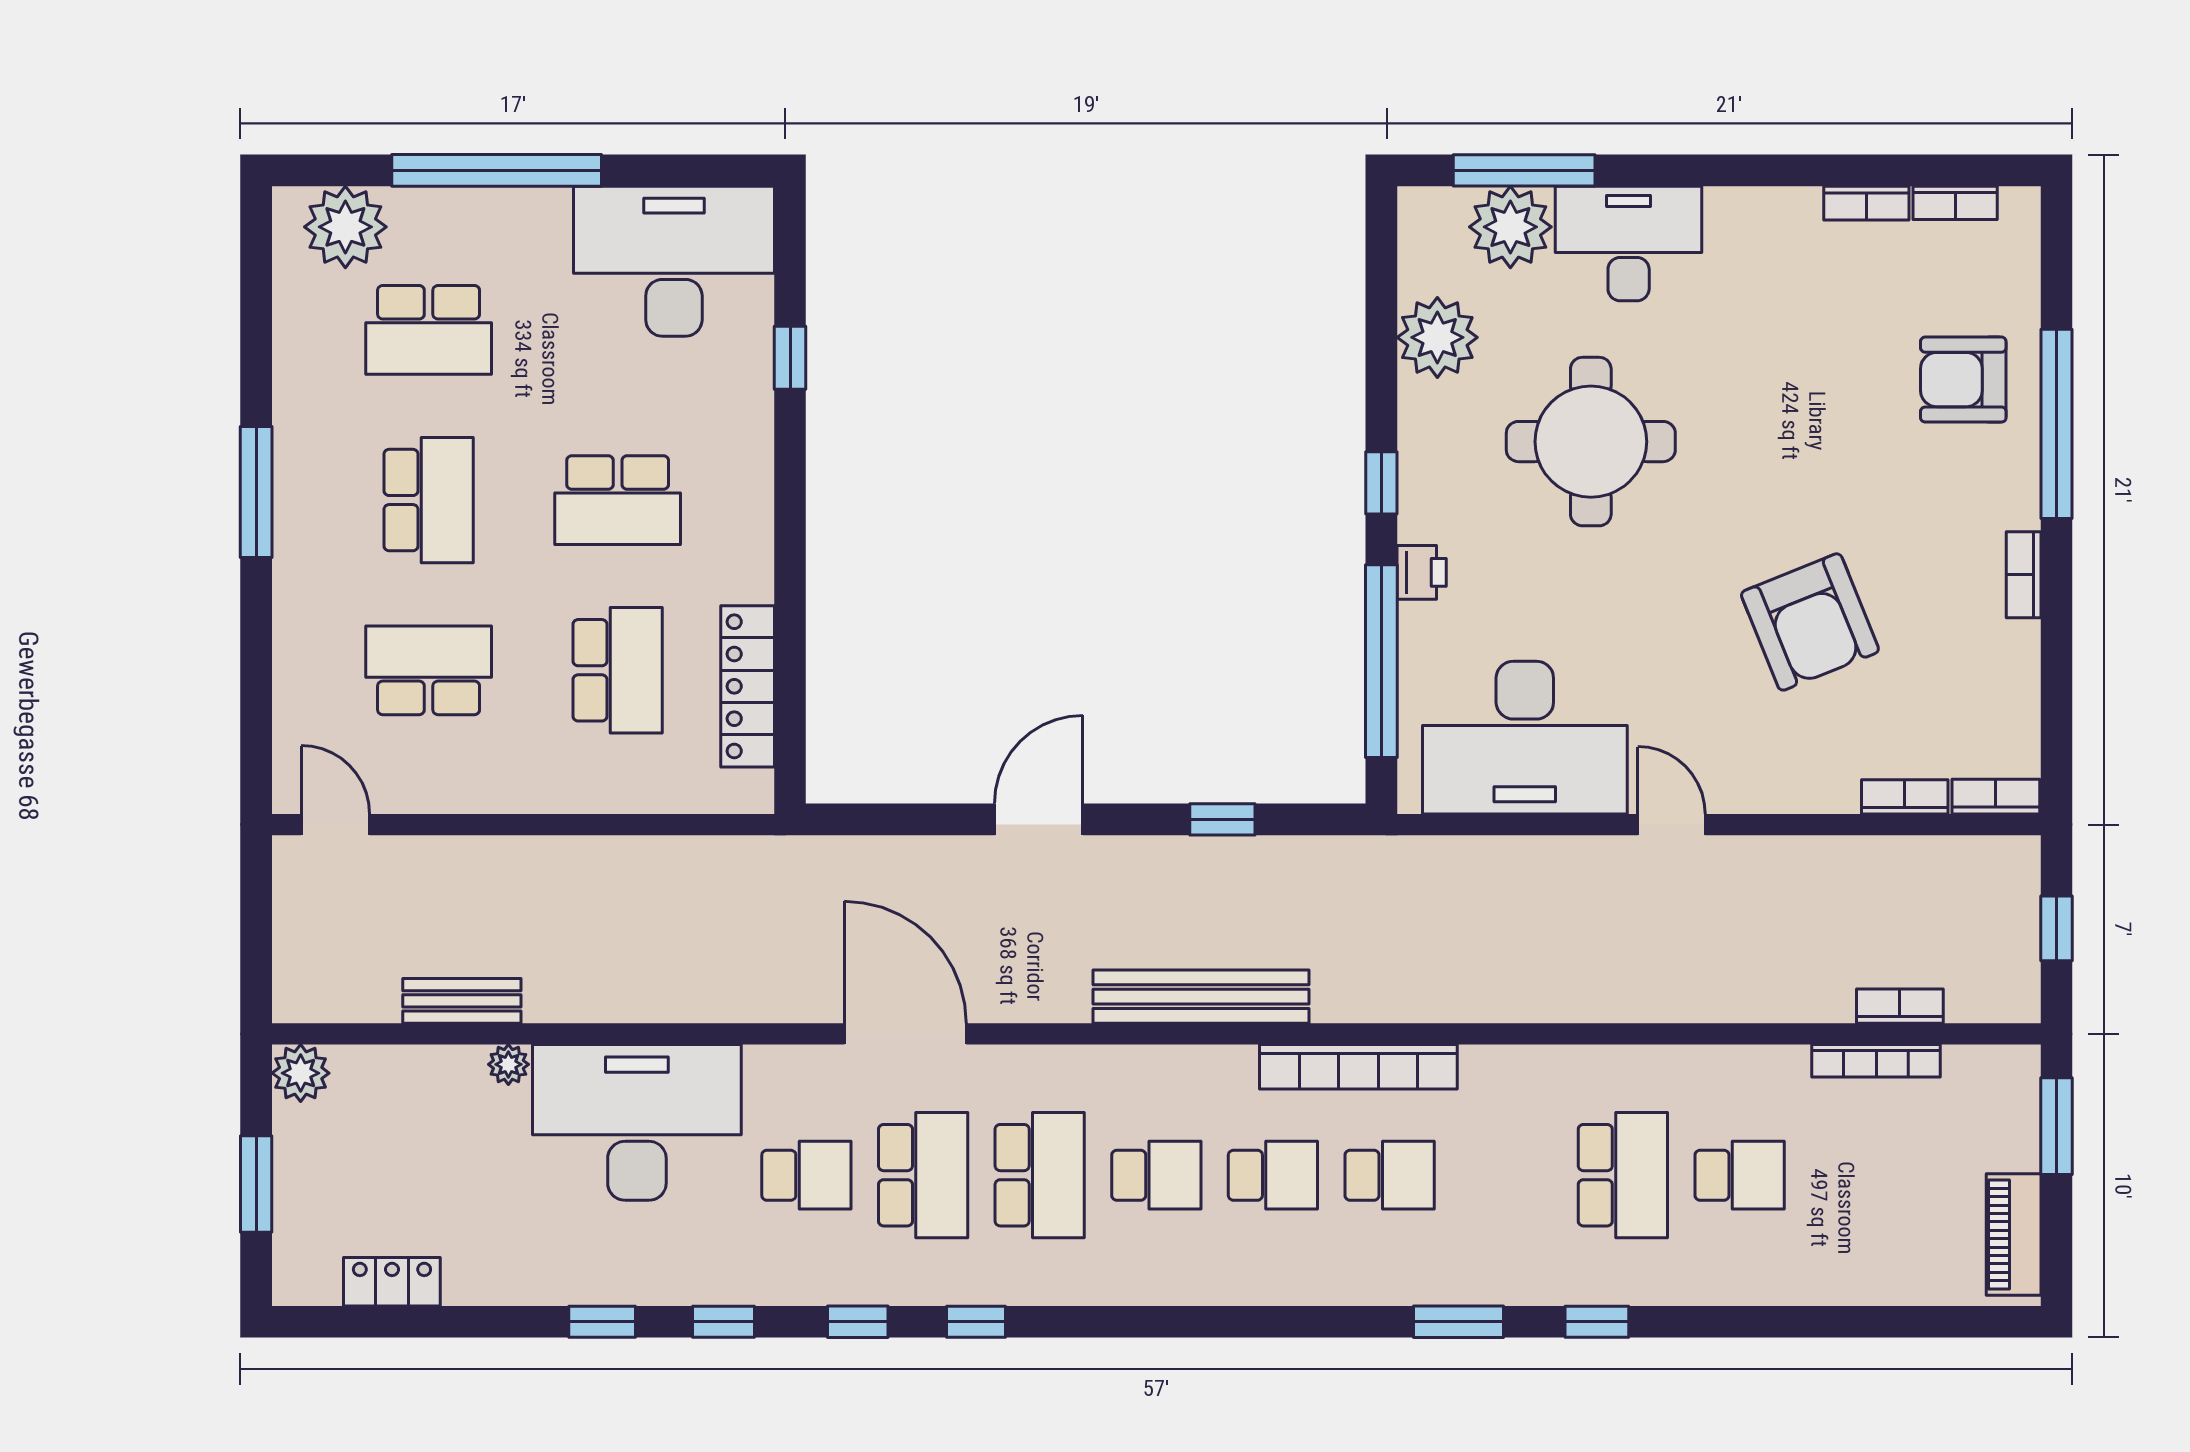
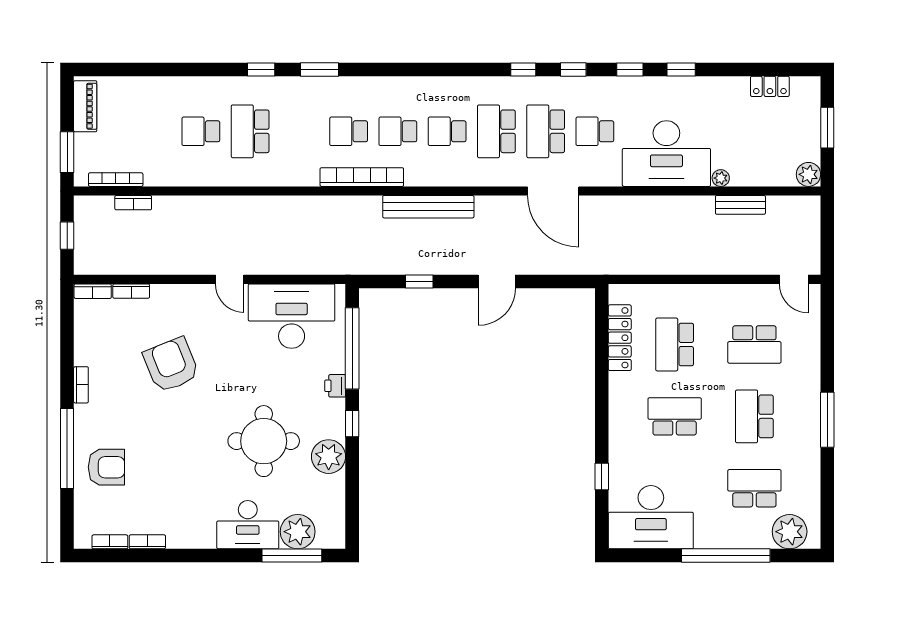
plant: (1437, 337) -> (329, 457), moved
bookcase: (1876, 1061) -> (116, 180), moved

